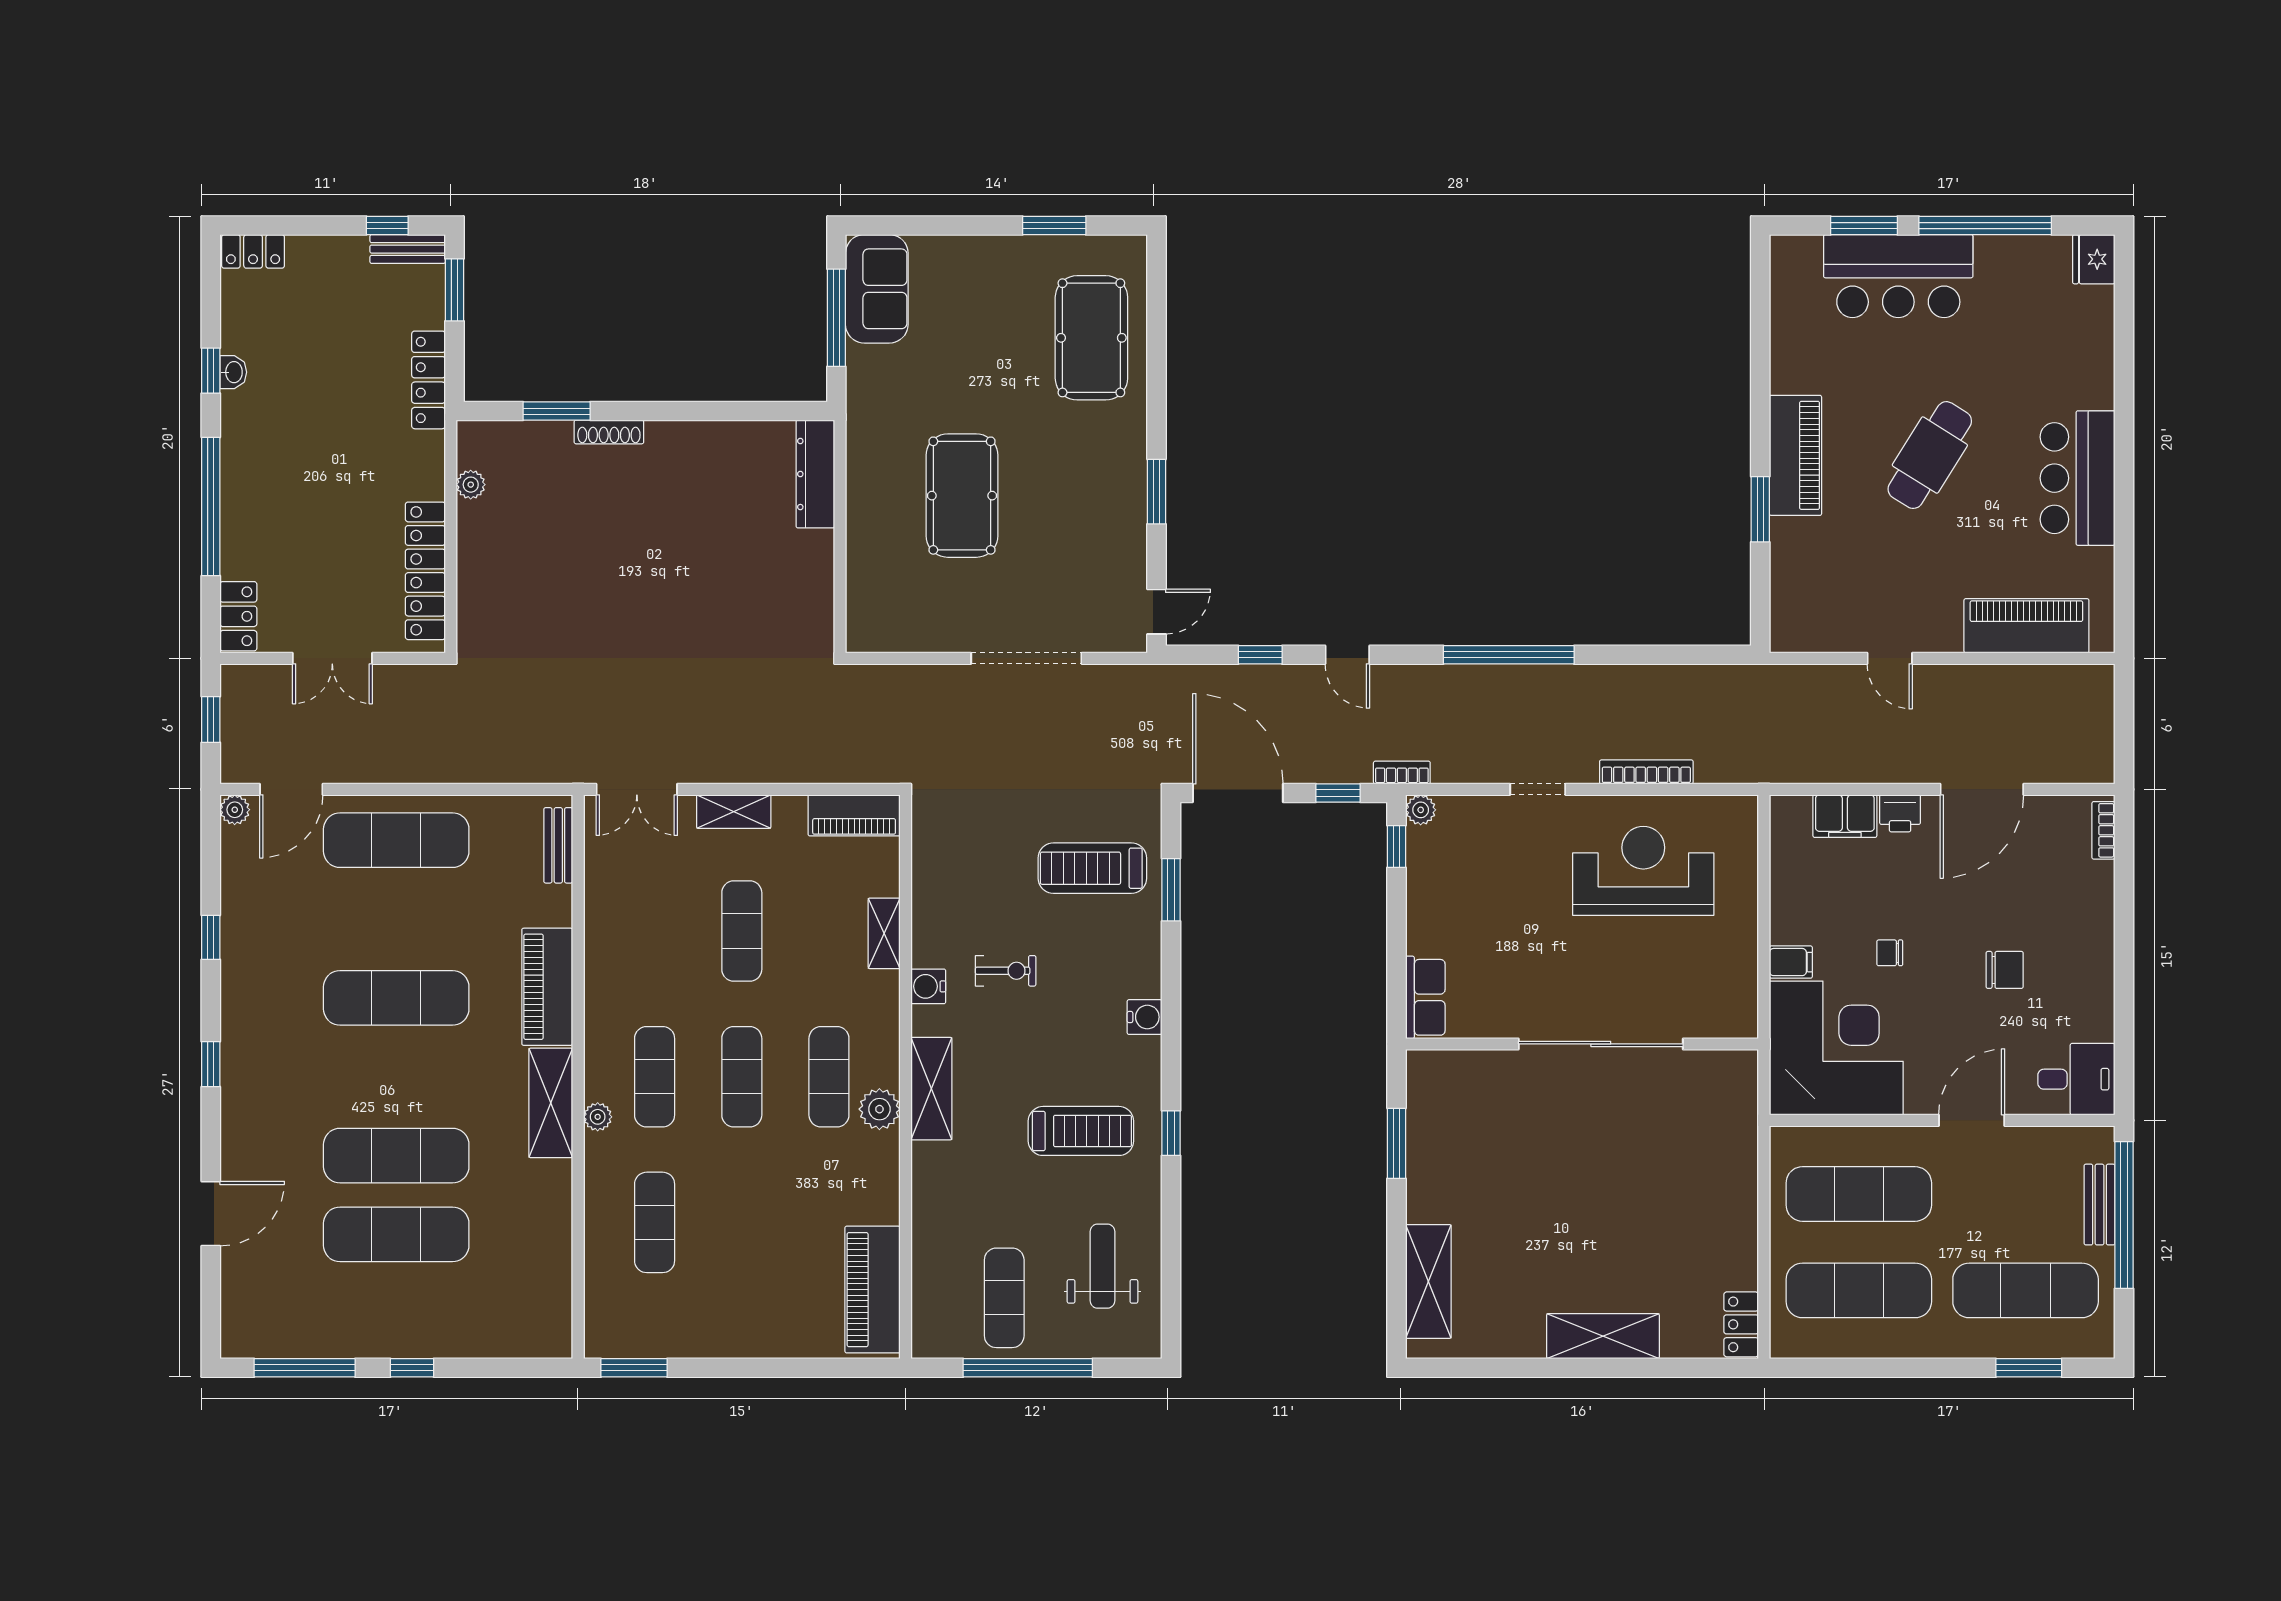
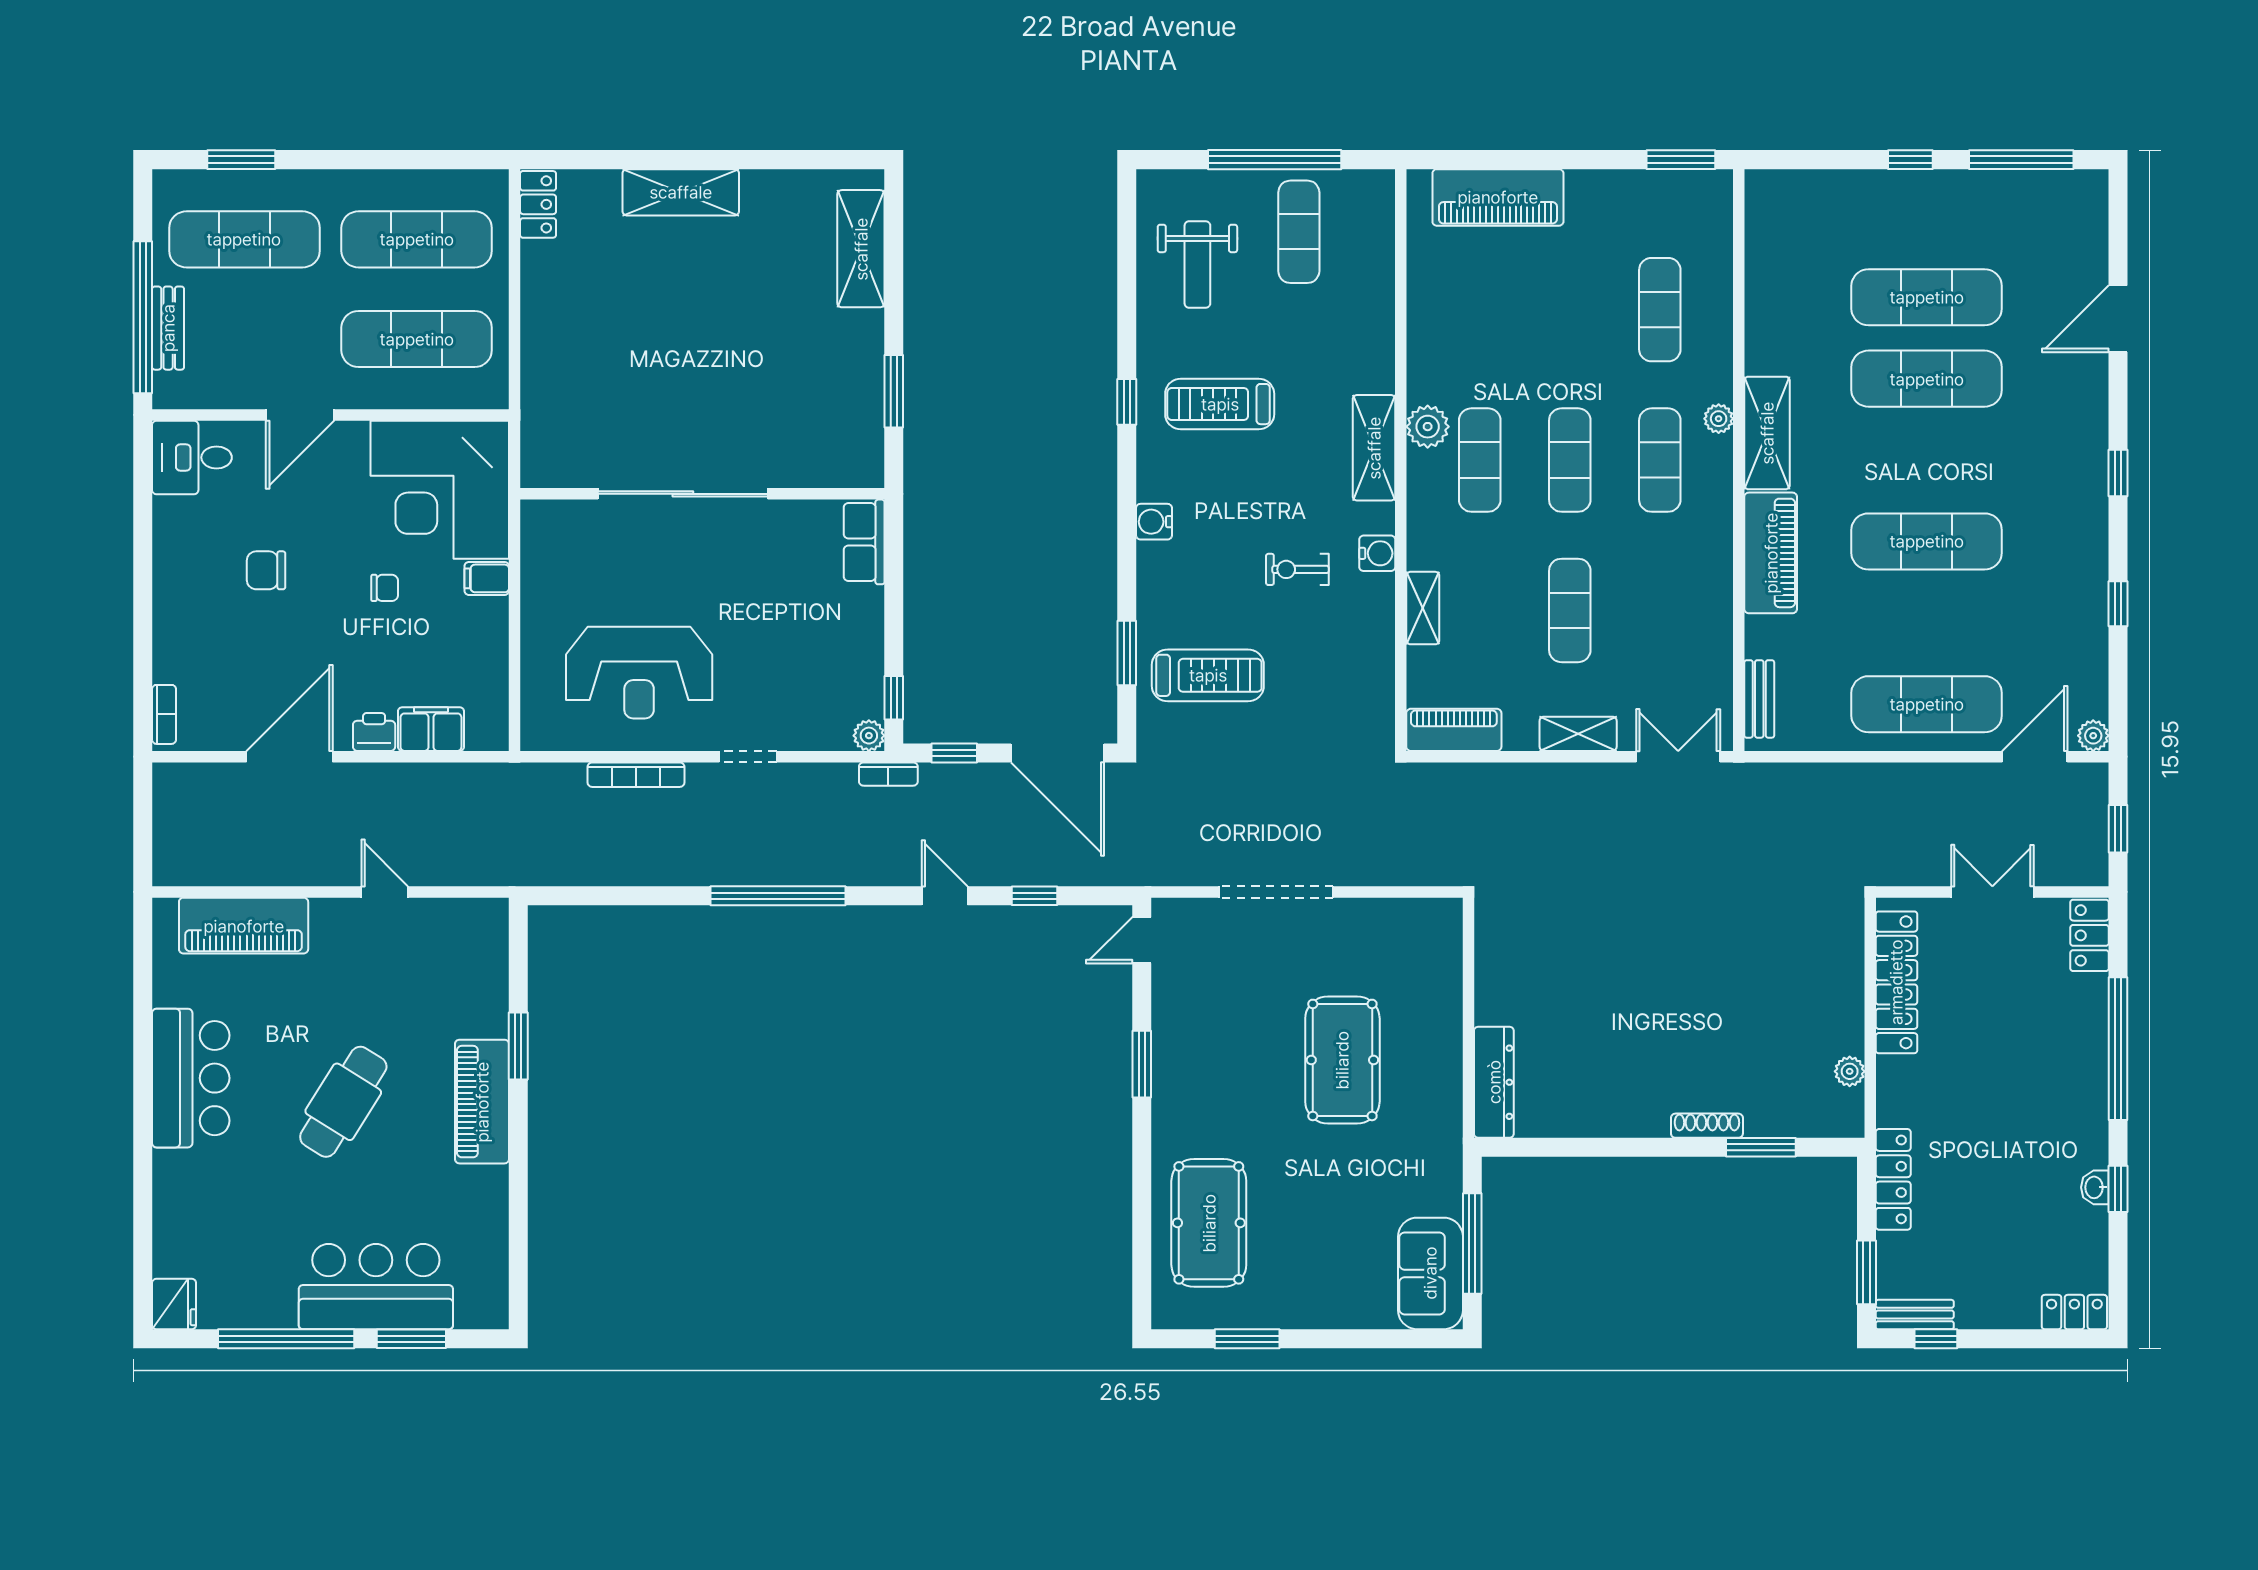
piano: (872, 1290) -> (1498, 197), moved, turned 90

